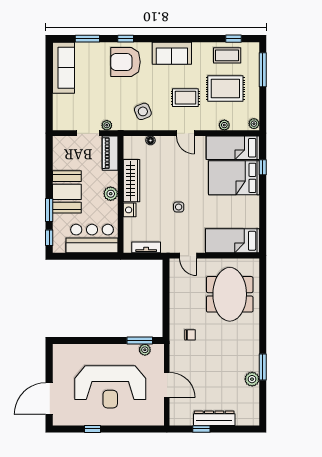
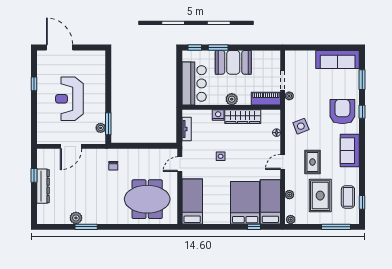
reception desk: (110, 387) -> (69, 99), width x0.74, depth x0.77

